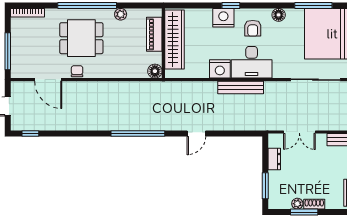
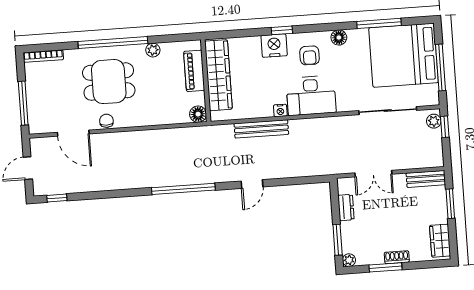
nightstand: (220, 69) -> (280, 110), width x0.53, depth x0.56
bench: (241, 87) -> (261, 129), moved
plant: (297, 204) -> (349, 260), moved

